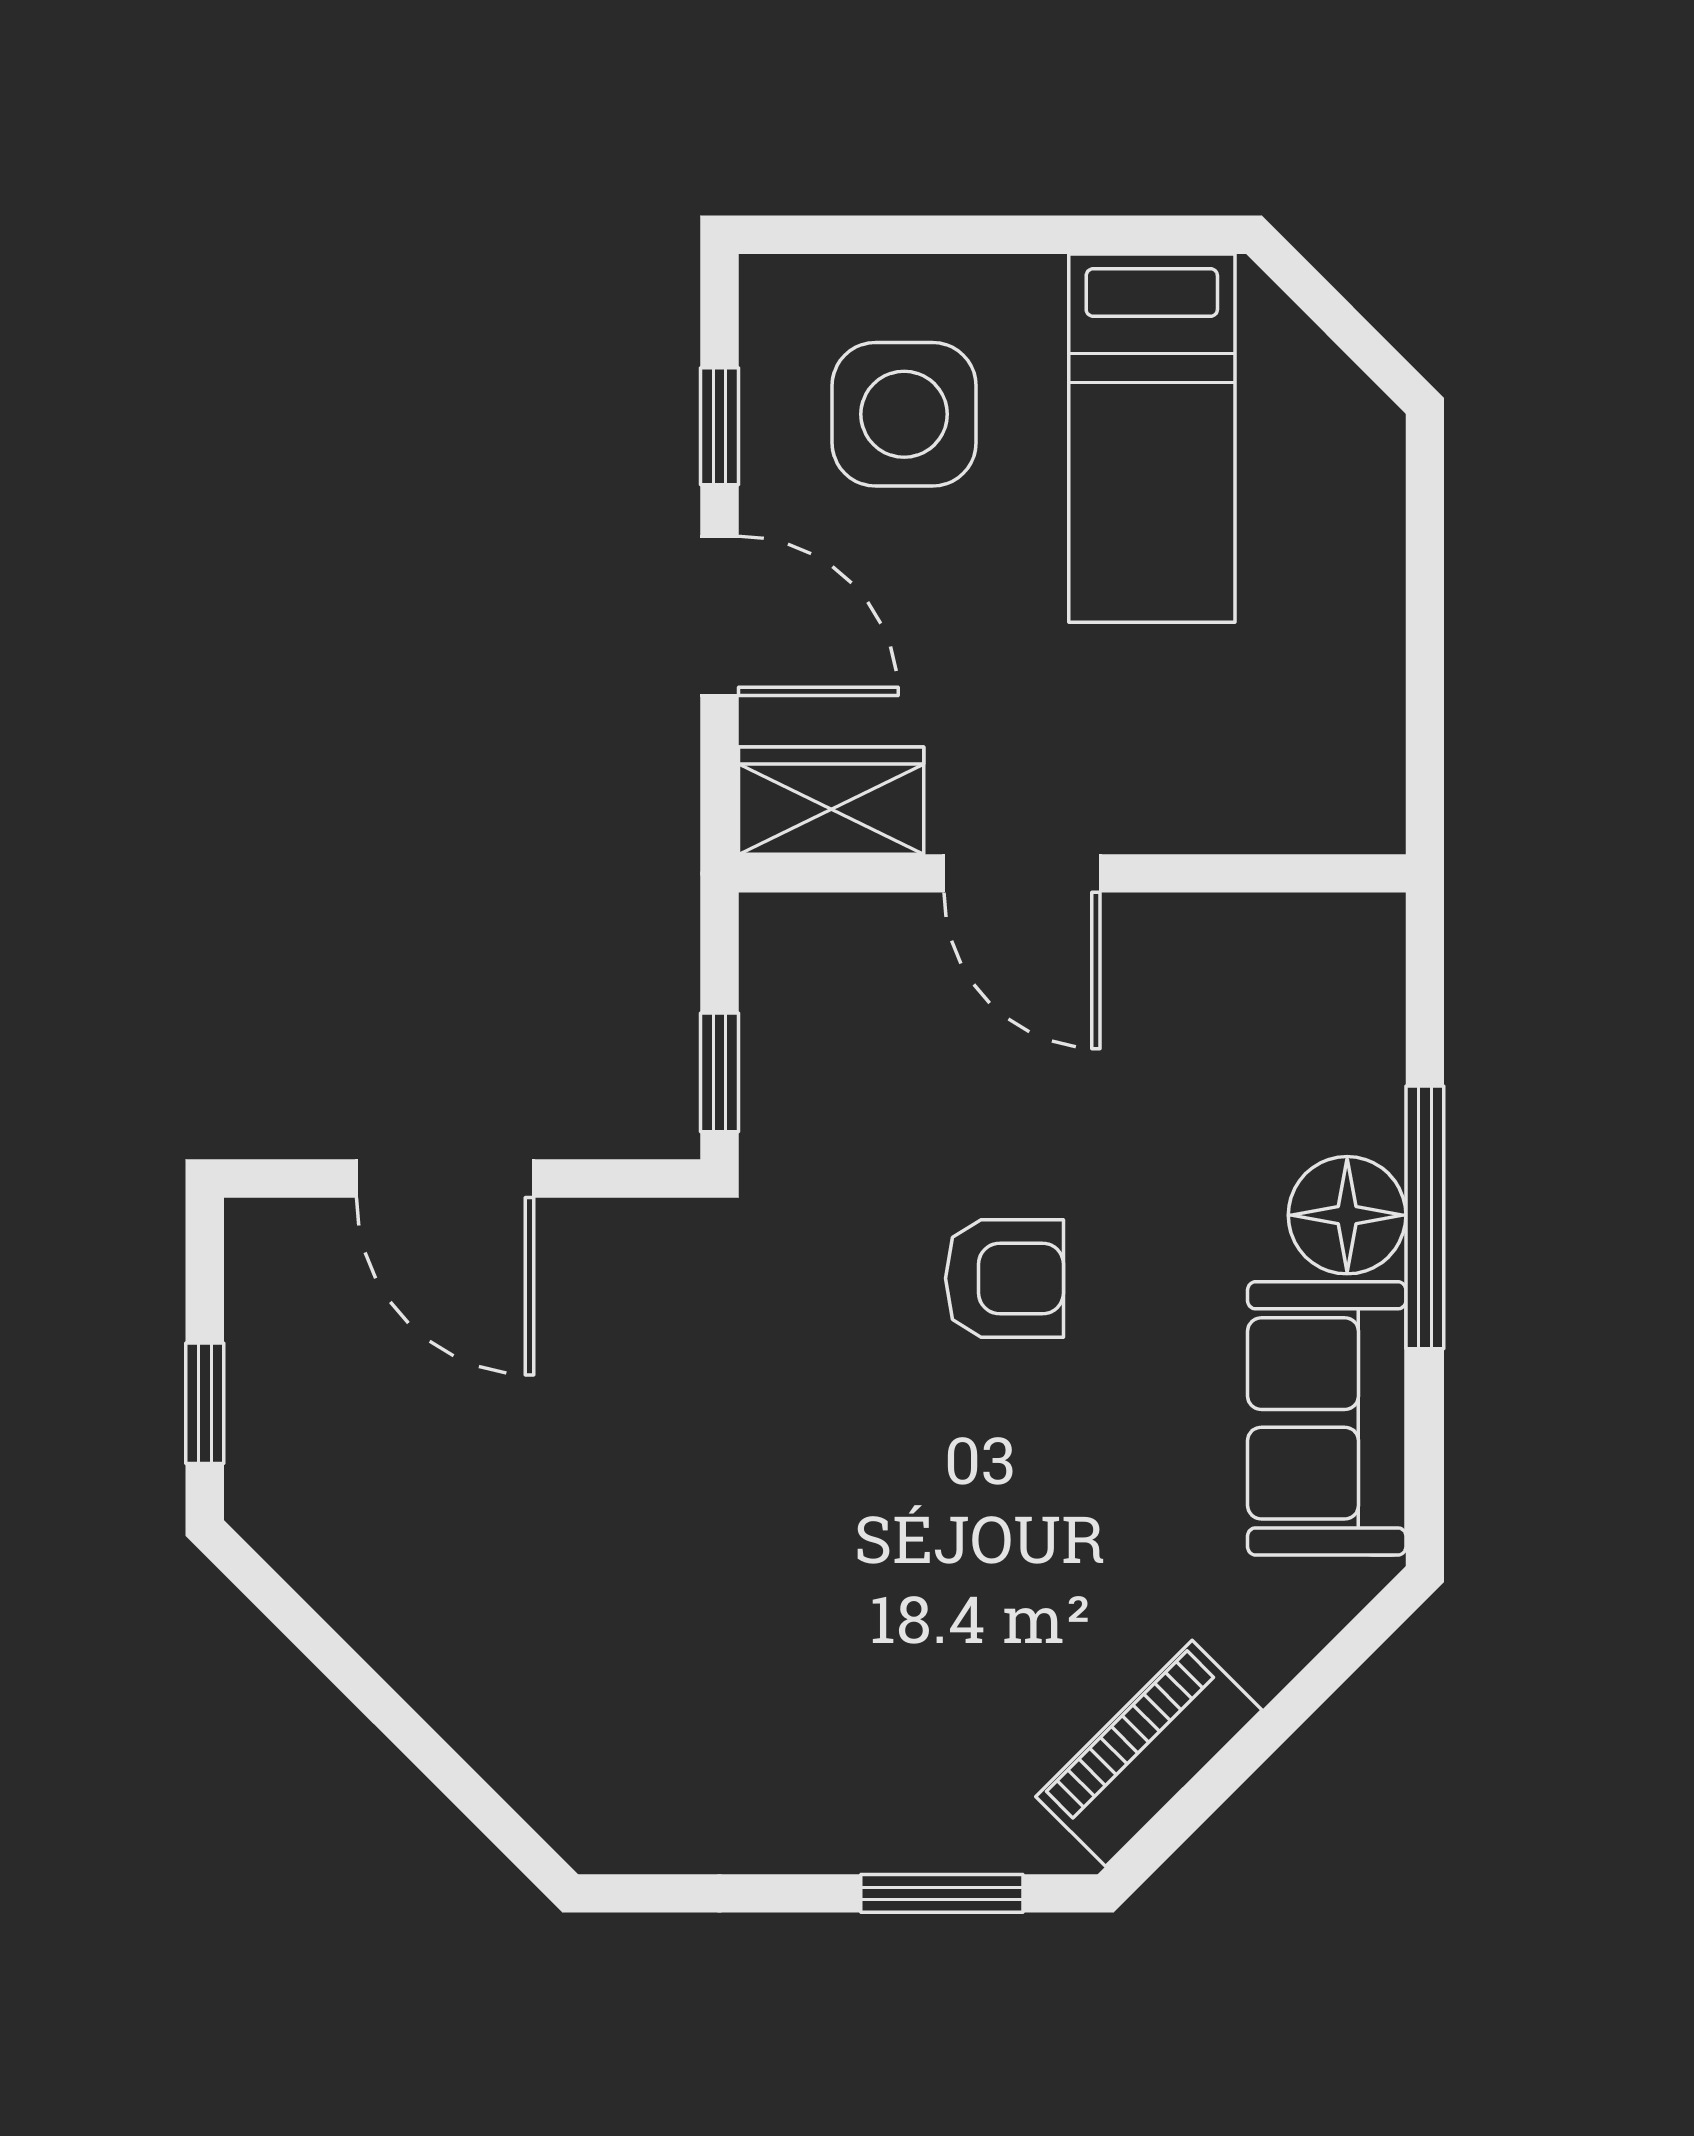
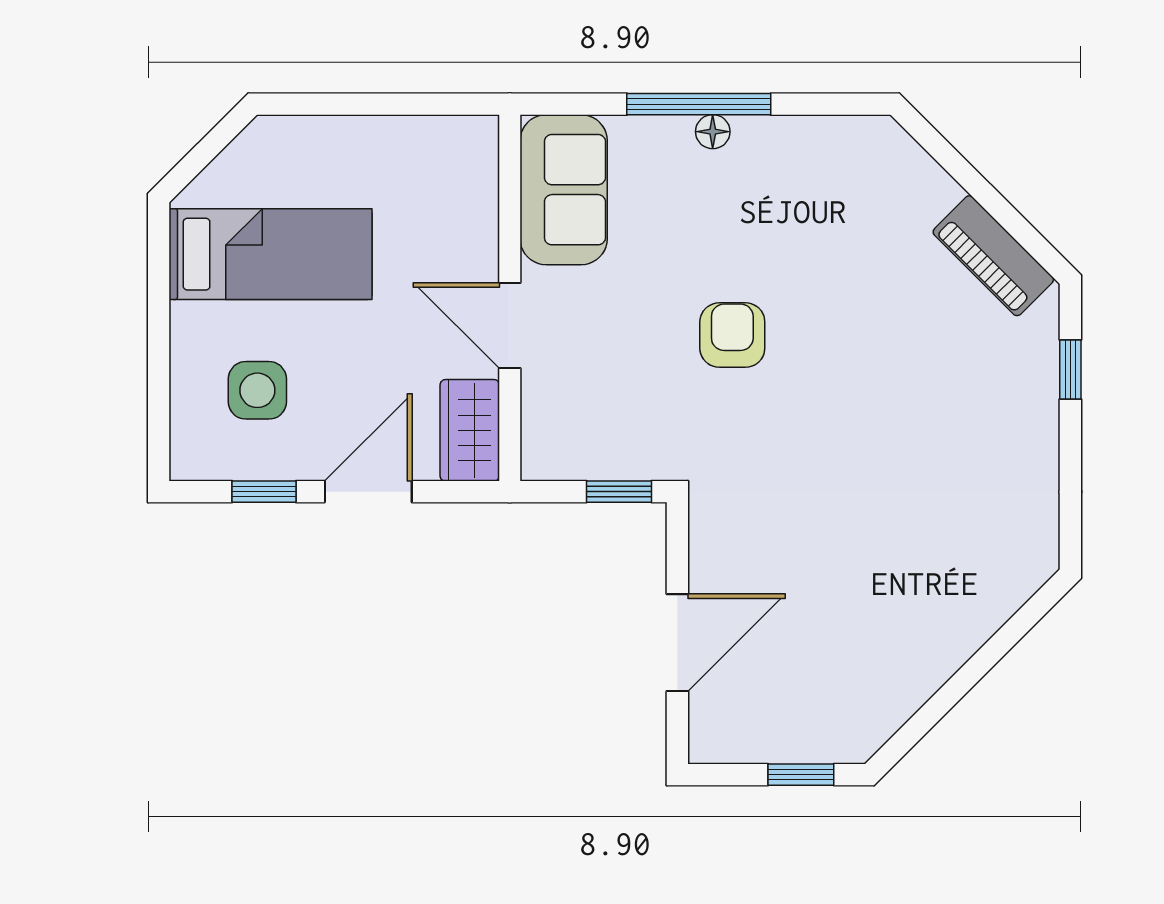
side table: (904, 414) -> (257, 390), width x0.73, depth x0.73
door: (1022, 873) -> (510, 325), swing flipped
floor lamp: (1347, 1215) -> (713, 132), width x0.53, depth x0.53
sofa: (1327, 1418) -> (564, 190), moved, turned -90
window: (942, 1893) -> (1070, 369), width x0.67

